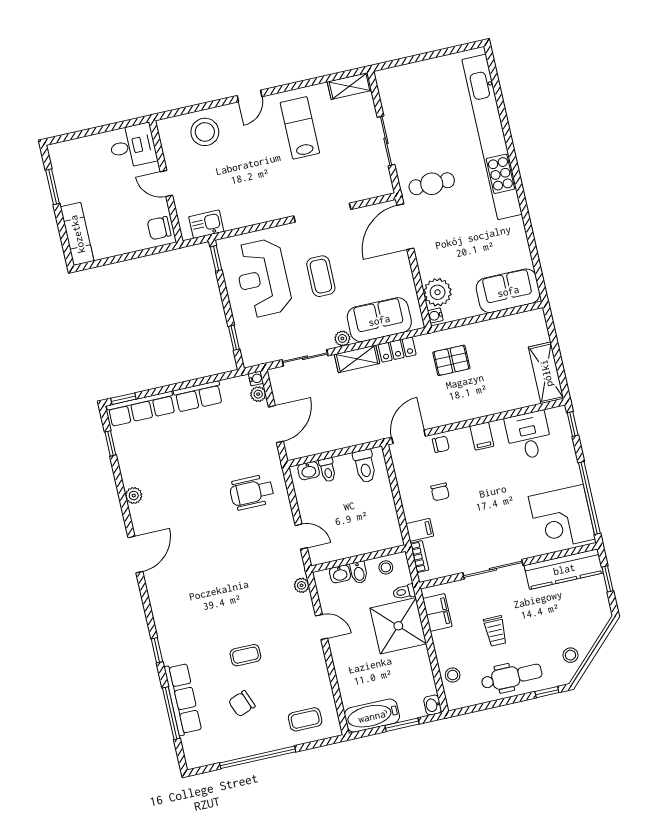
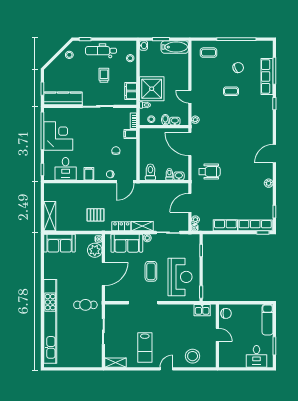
desk: (133, 146) -> (257, 356), moved, turned -90
door: (405, 227) -> (103, 274), moved
shelving: (546, 373) -> (50, 216), moved
corner desk: (562, 518) -> (58, 136), moved
door: (301, 537) -> (190, 144), width x1.87

